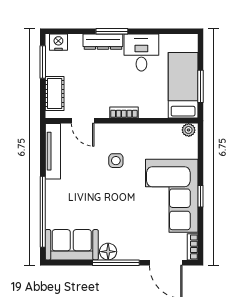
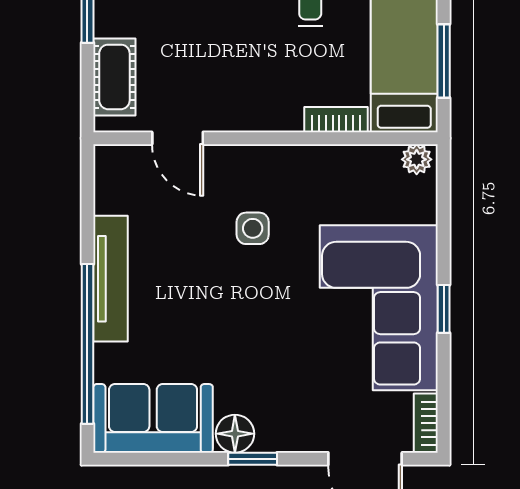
bookcase: (124, 112) -> (336, 120), moved
tv unit: (53, 151) -> (111, 279), moved
window: (116, 263) -> (253, 459), width x0.46

